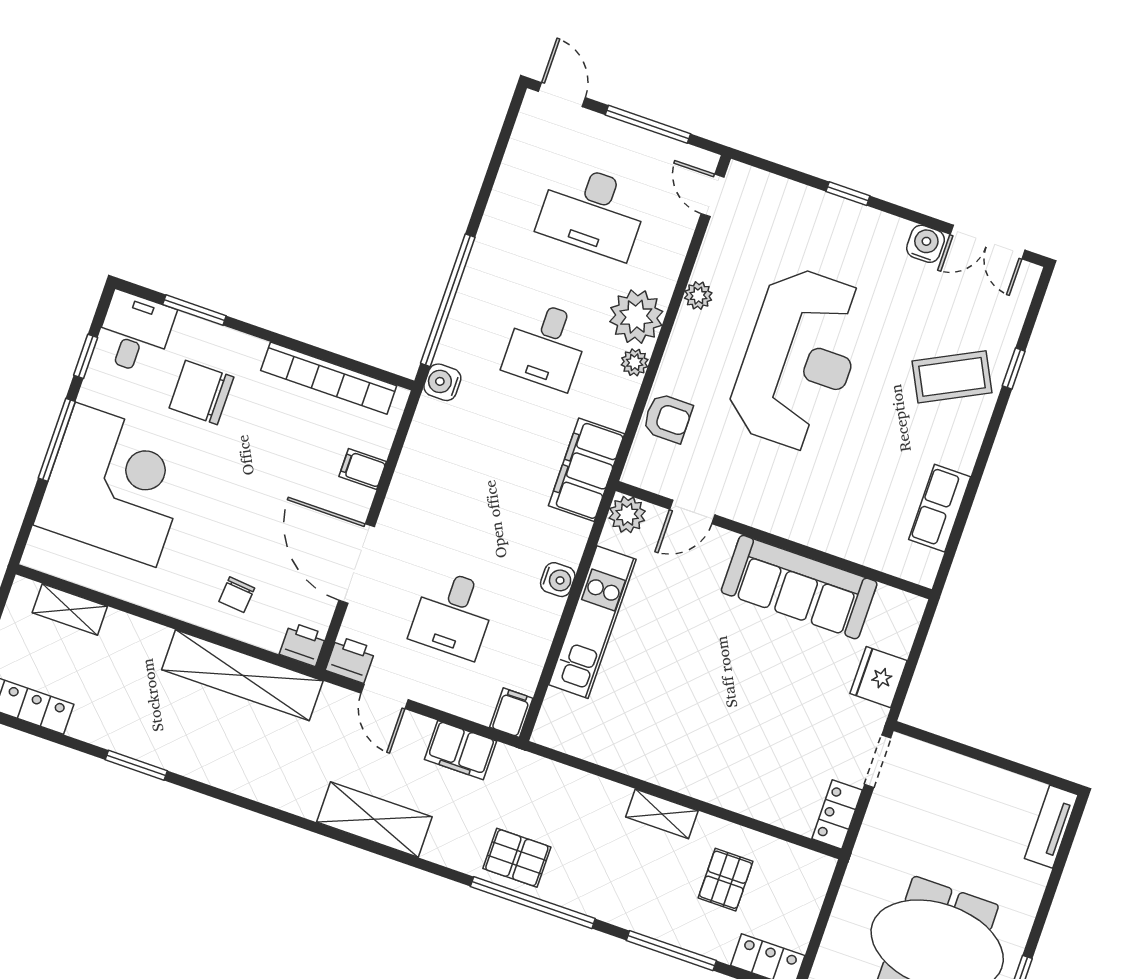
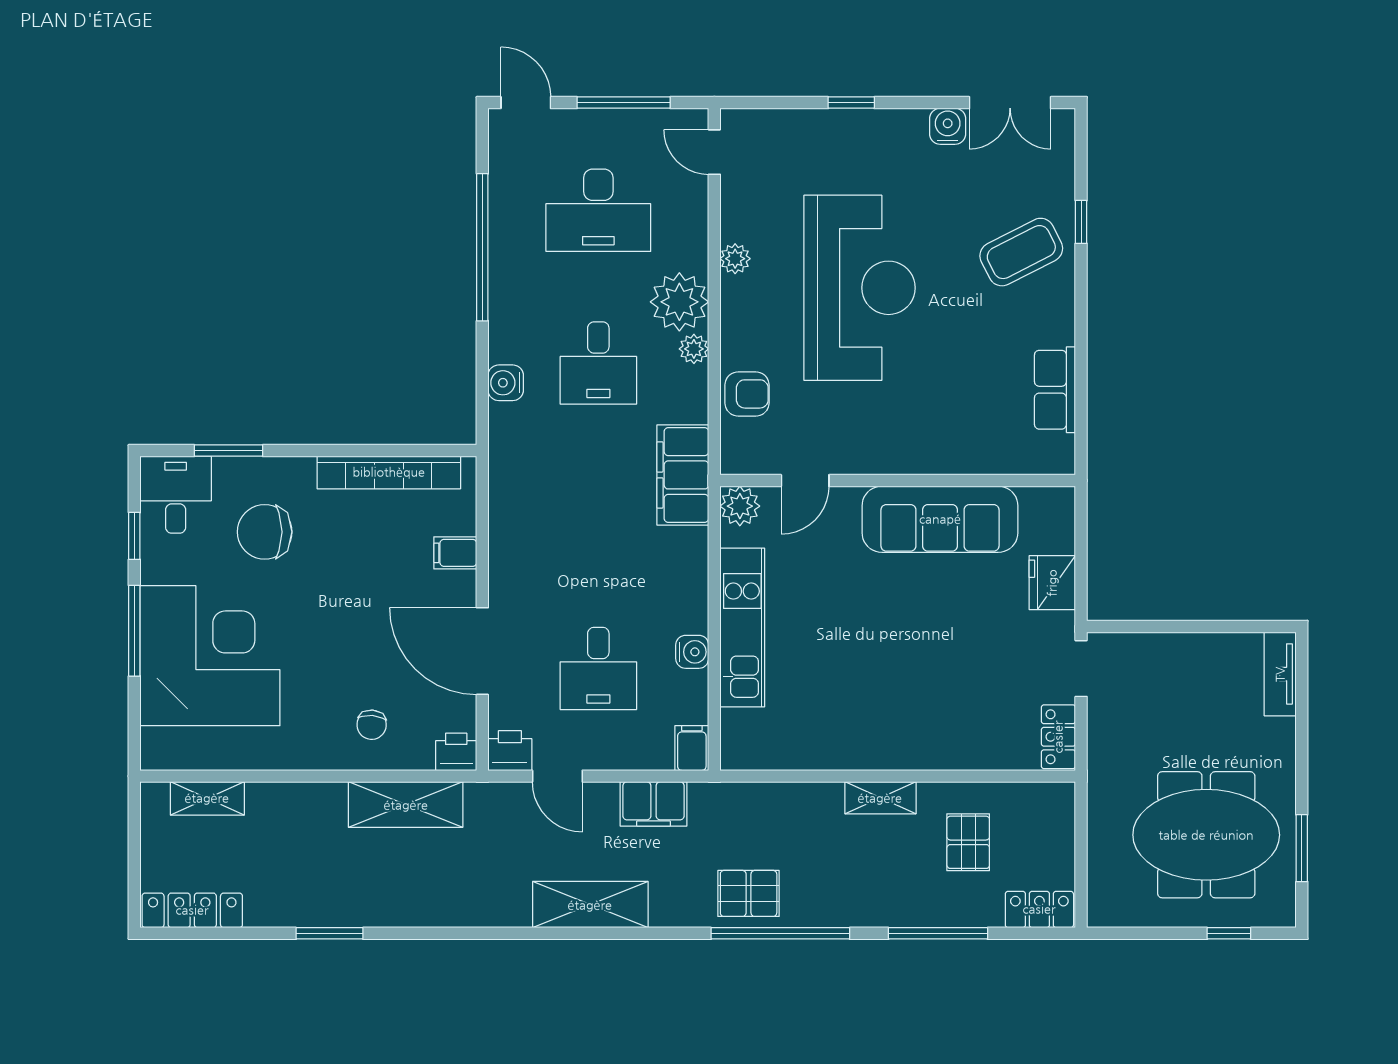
window: (448, 300) -> (482, 247), moved
water cooler: (442, 382) -> (506, 383), moved
water cooler: (558, 580) -> (692, 652), moved
shelving: (242, 675) -> (406, 805), width x0.68

